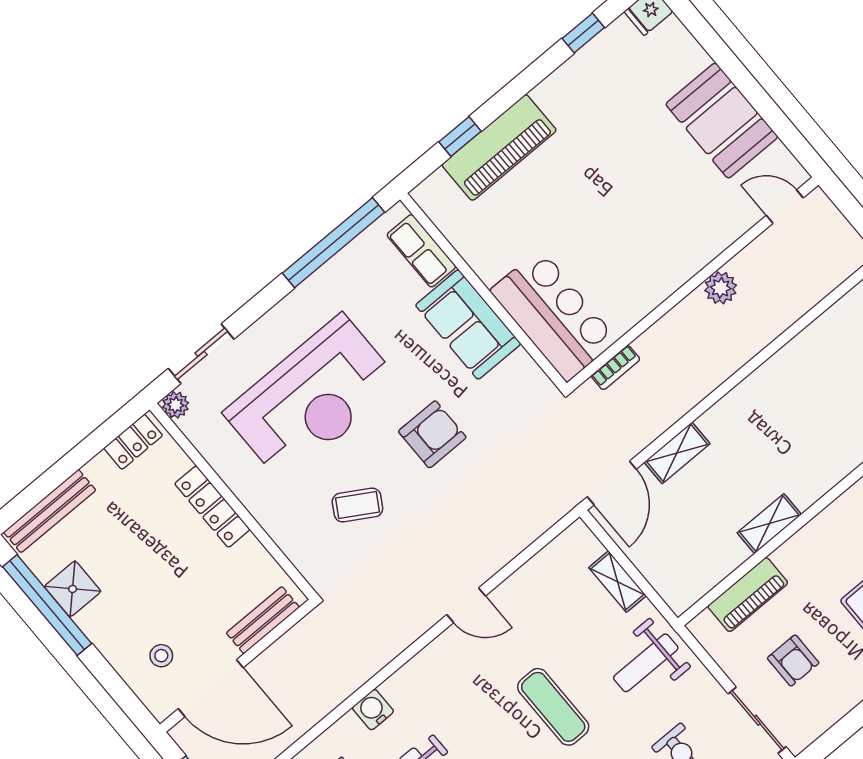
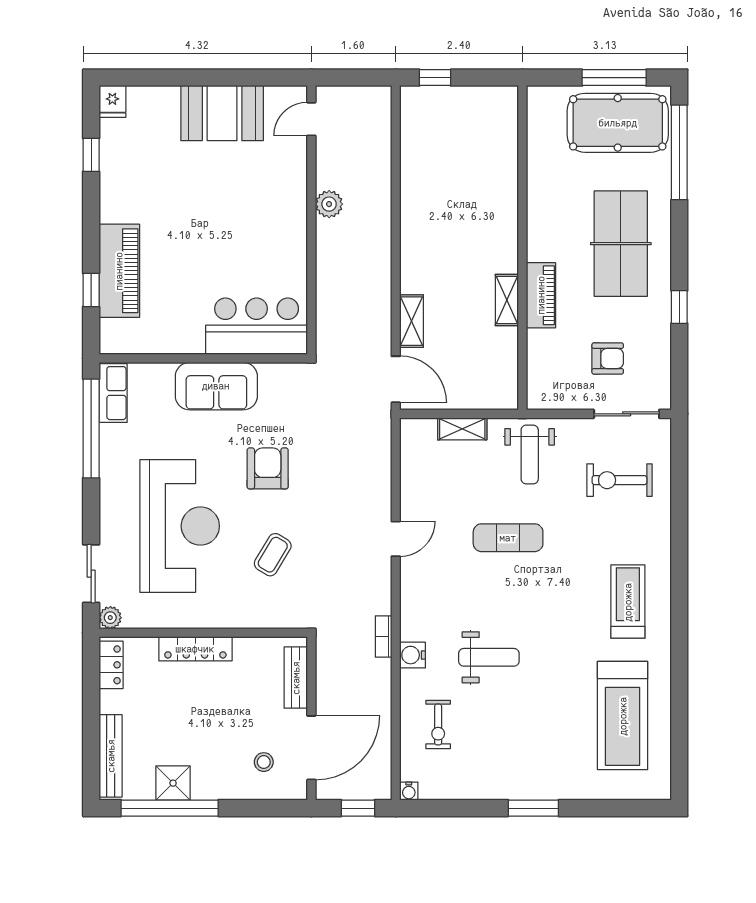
row of seats: (421, 251) -> (113, 393), moved, turned -90
bookcase: (616, 368) -> (384, 637), moved, turned 180
piano: (748, 595) -> (541, 295), moved

